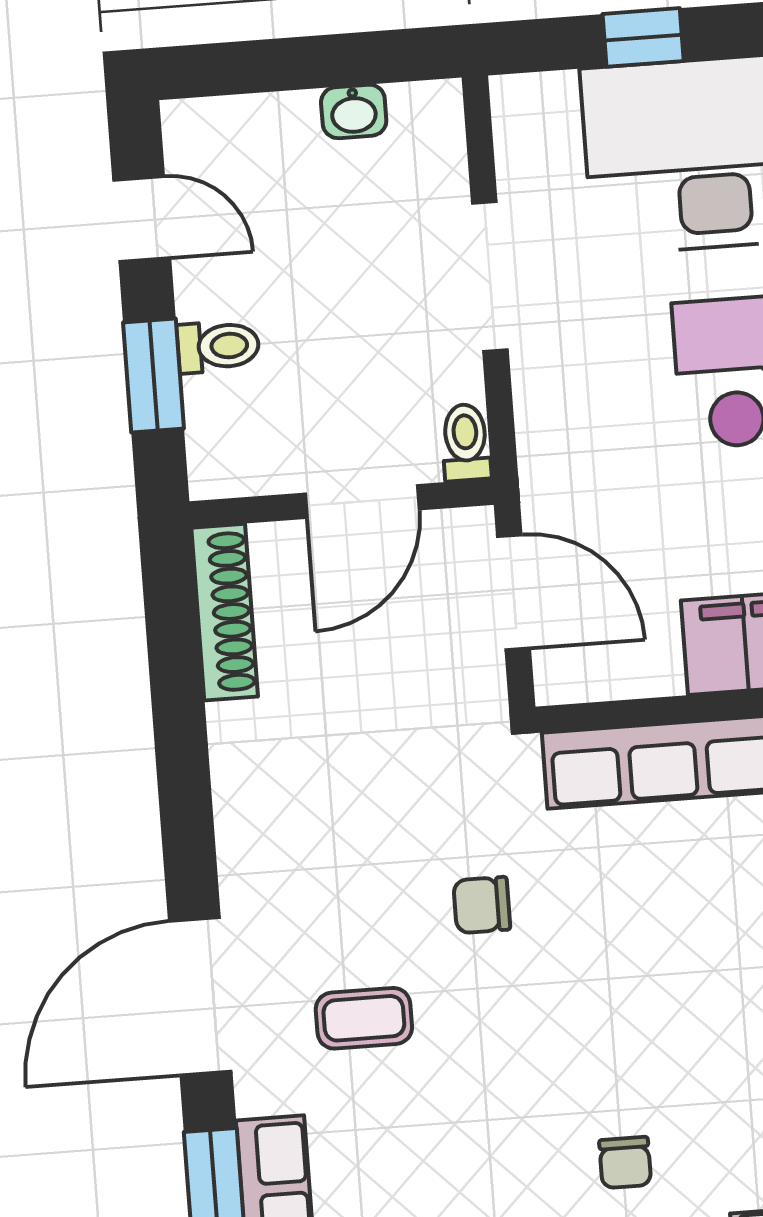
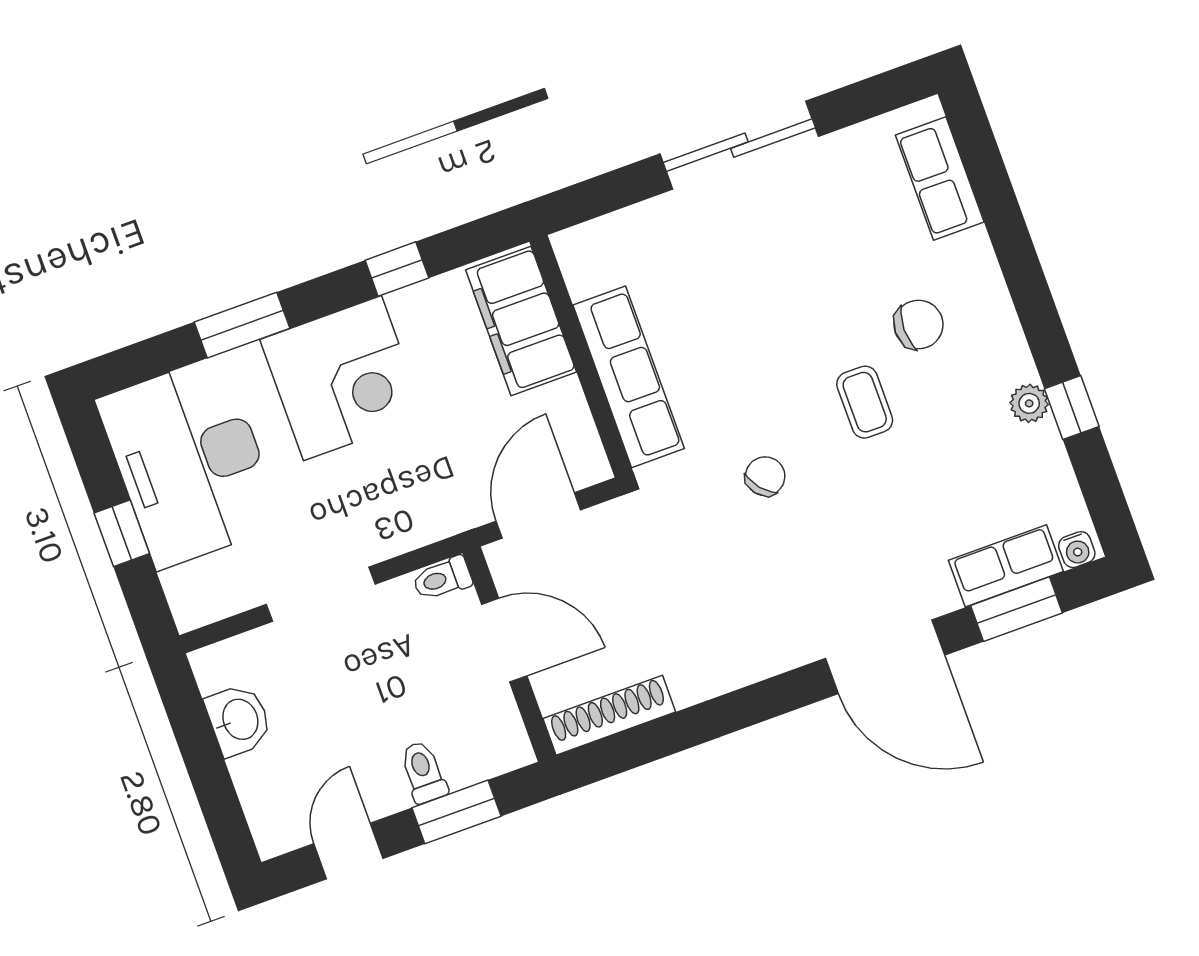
washbasin: (354, 111) -> (239, 720), width x1.38, depth x1.45
chair: (482, 905) -> (765, 476), turned -130
coffee table: (364, 1018) -> (865, 402), moved
chair: (625, 1163) -> (918, 325), width x1.37, depth x1.37

